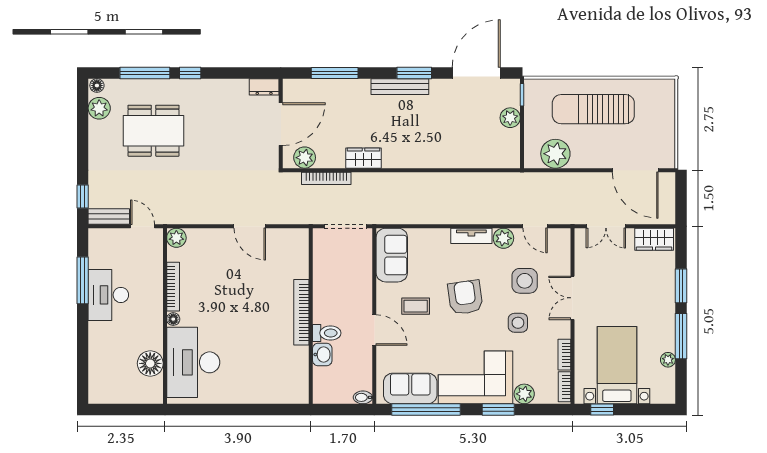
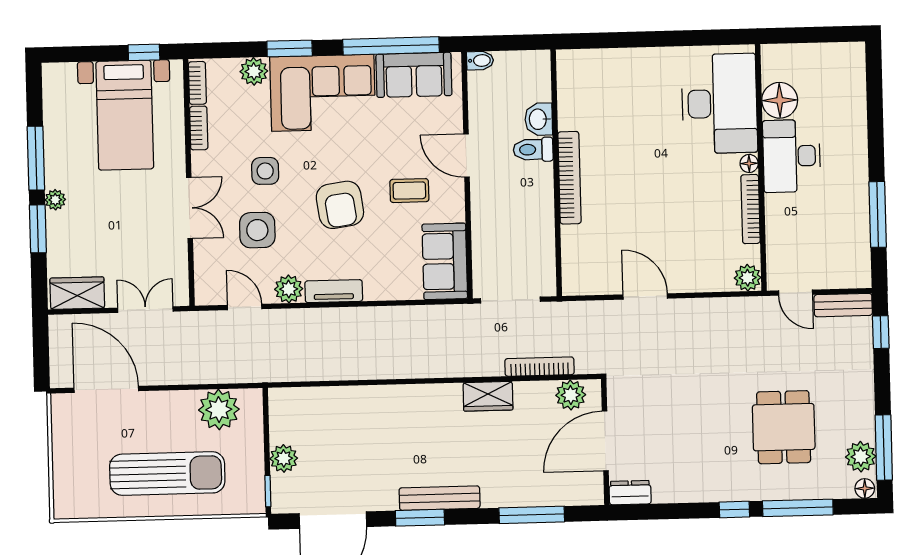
window: (83, 114) -> (884, 447), added
dining table: (154, 131) -> (784, 427), width x0.73
desk: (108, 295) -> (791, 156), moved, turned 180
plant: (668, 360) -> (55, 200), moved

